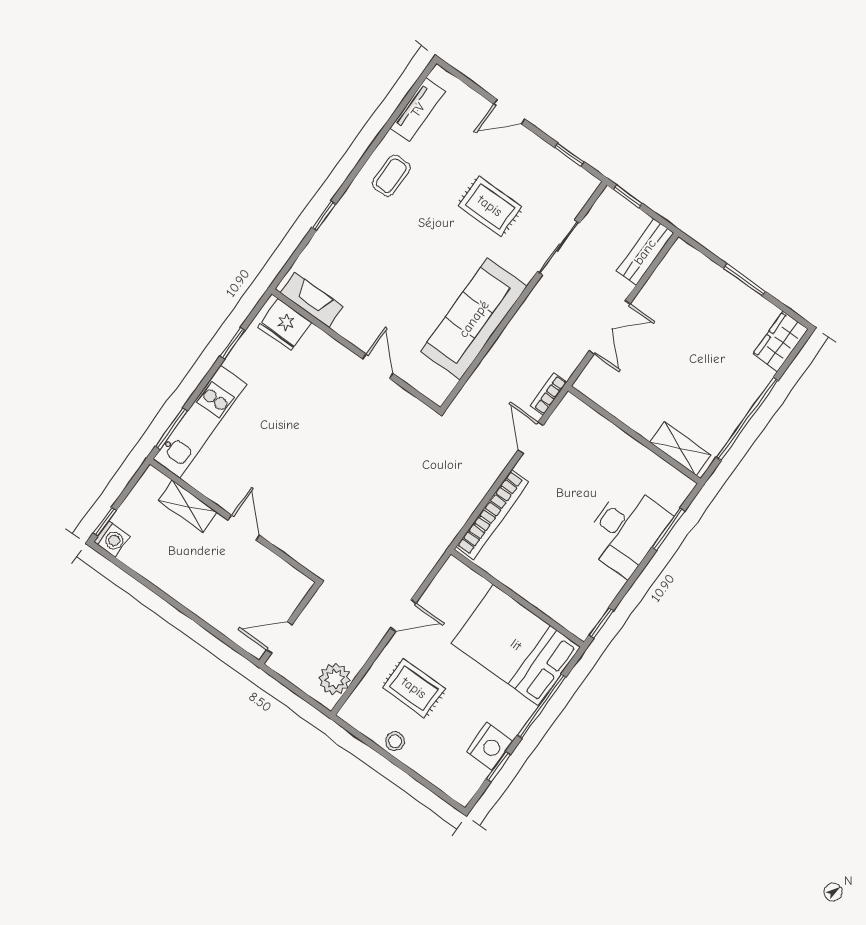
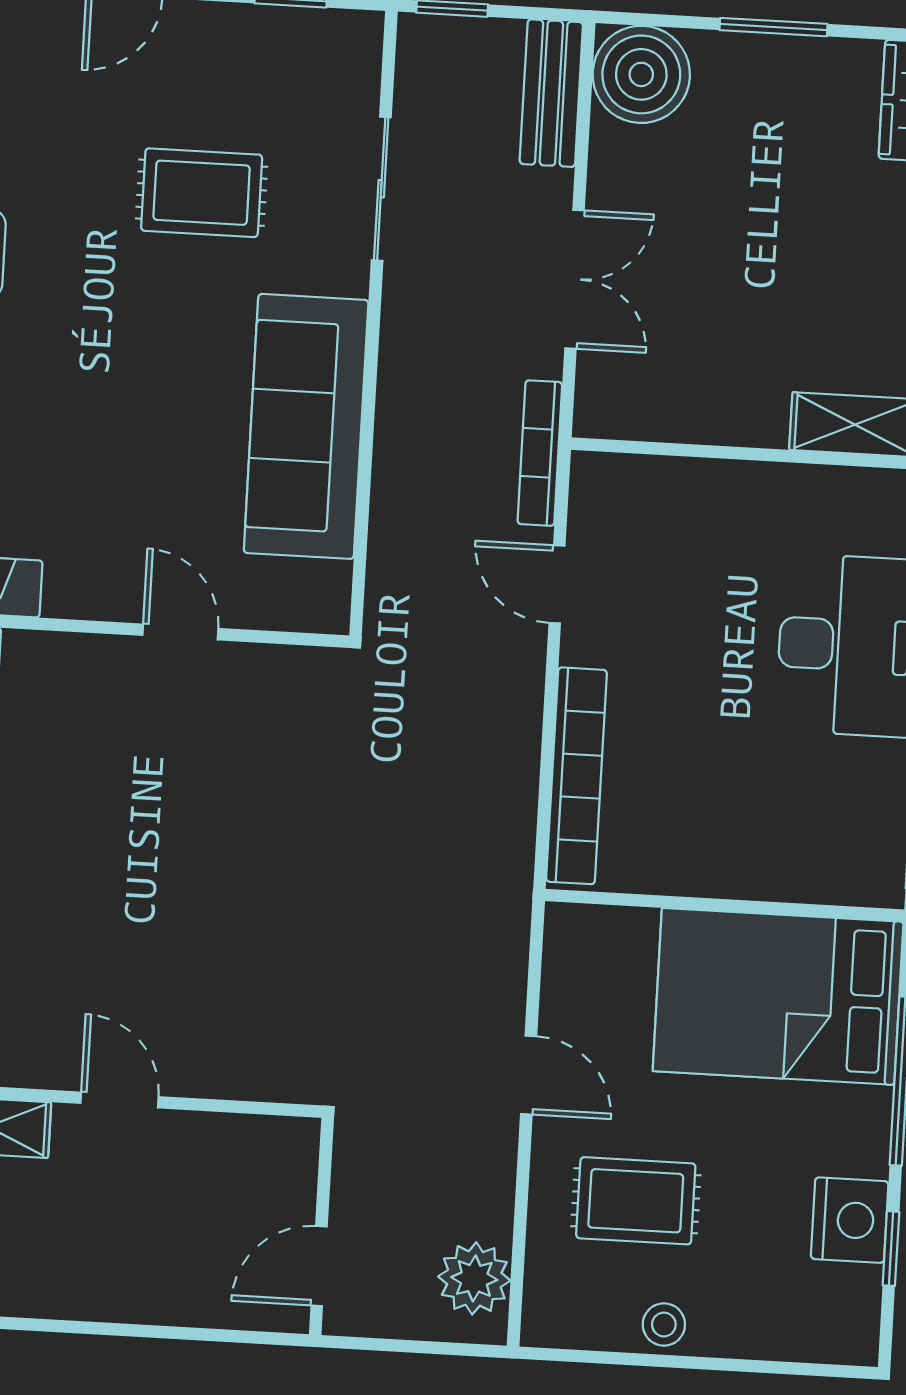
boiler: (683, 266) -> (641, 74), added
bookcase: (549, 394) -> (540, 453), width x1.56
door: (403, 615) -> (529, 1075), hinge flipped

